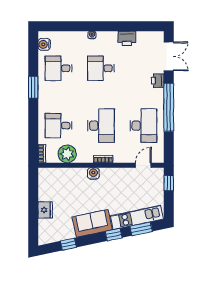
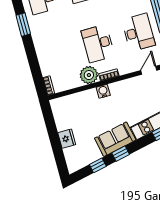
desk: (59, 126) -> (57, 55), removed
desk: (101, 126) -> (98, 43), turned 180
plant: (67, 154) -> (89, 75), moved
window: (114, 235) -> (121, 154), moved

